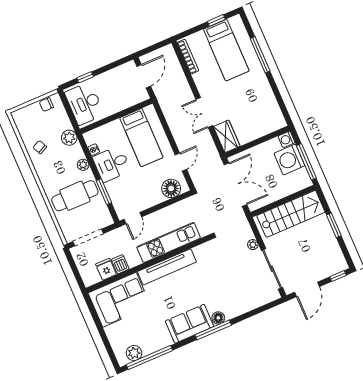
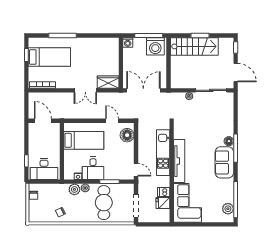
plant: (69, 138) -> (74, 189), moved
washing machine: (289, 159) -> (155, 46), moved
stairs: (291, 214) -> (194, 46), moved, turned 90

